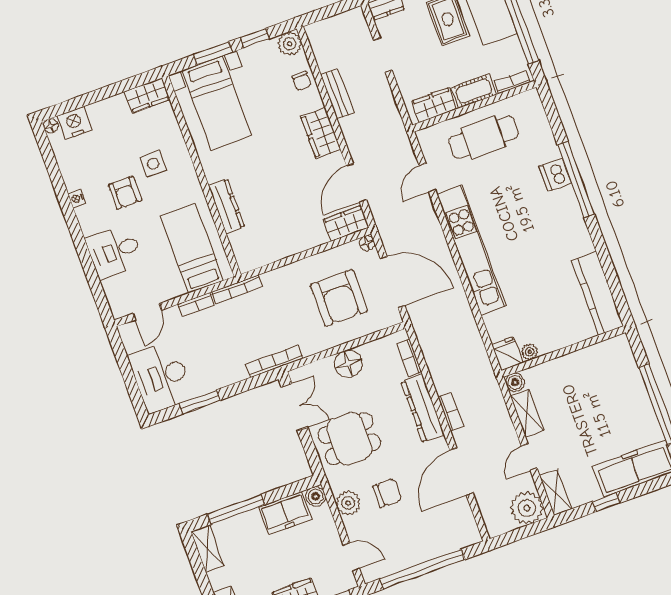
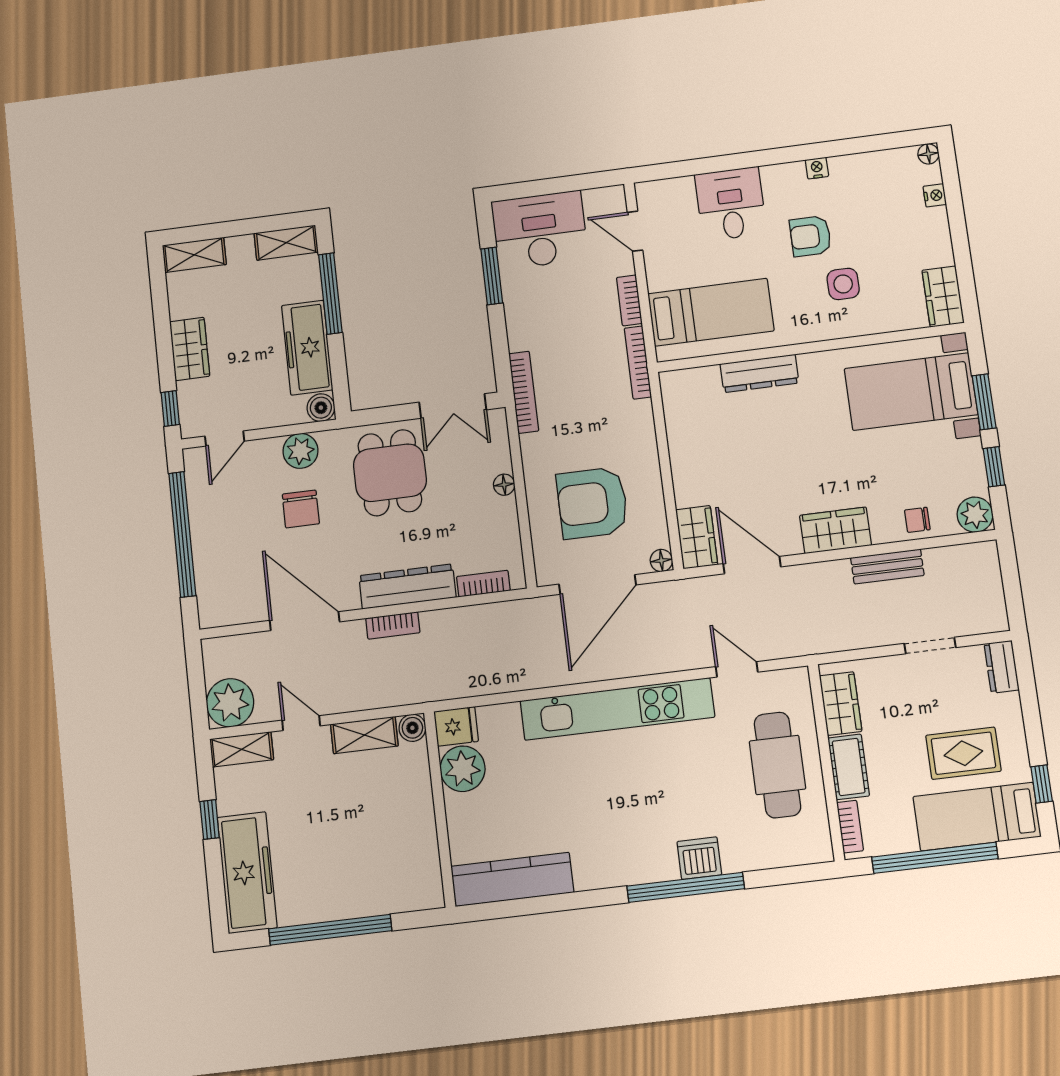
nightstand: (74, 123) -> (935, 195), width x0.53, depth x0.56
plant: (530, 352) -> (463, 769), width x1.88, depth x1.88
floor lamp: (348, 364) -> (504, 485), width x0.53, depth x0.53
freezer: (285, 513) -> (307, 348), width x1.40

